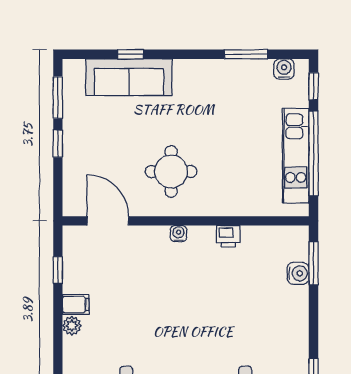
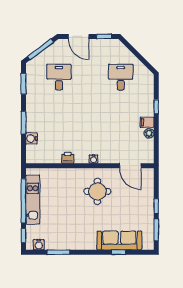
window: (314, 263) -> (23, 123), moved
window: (58, 270) -> (156, 107), moved
plant: (72, 326) -> (149, 133), moved

